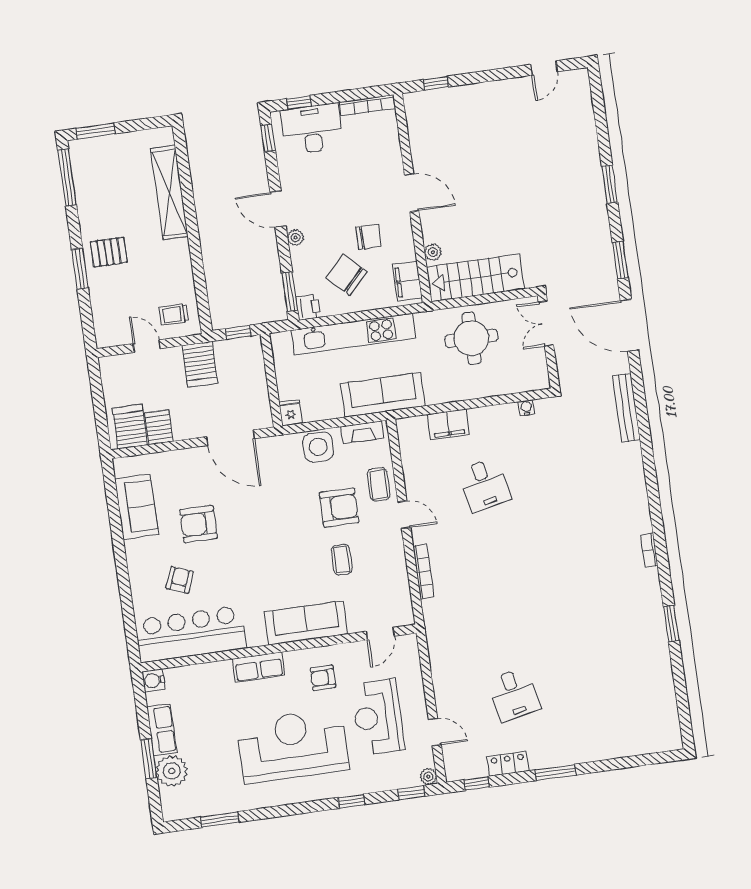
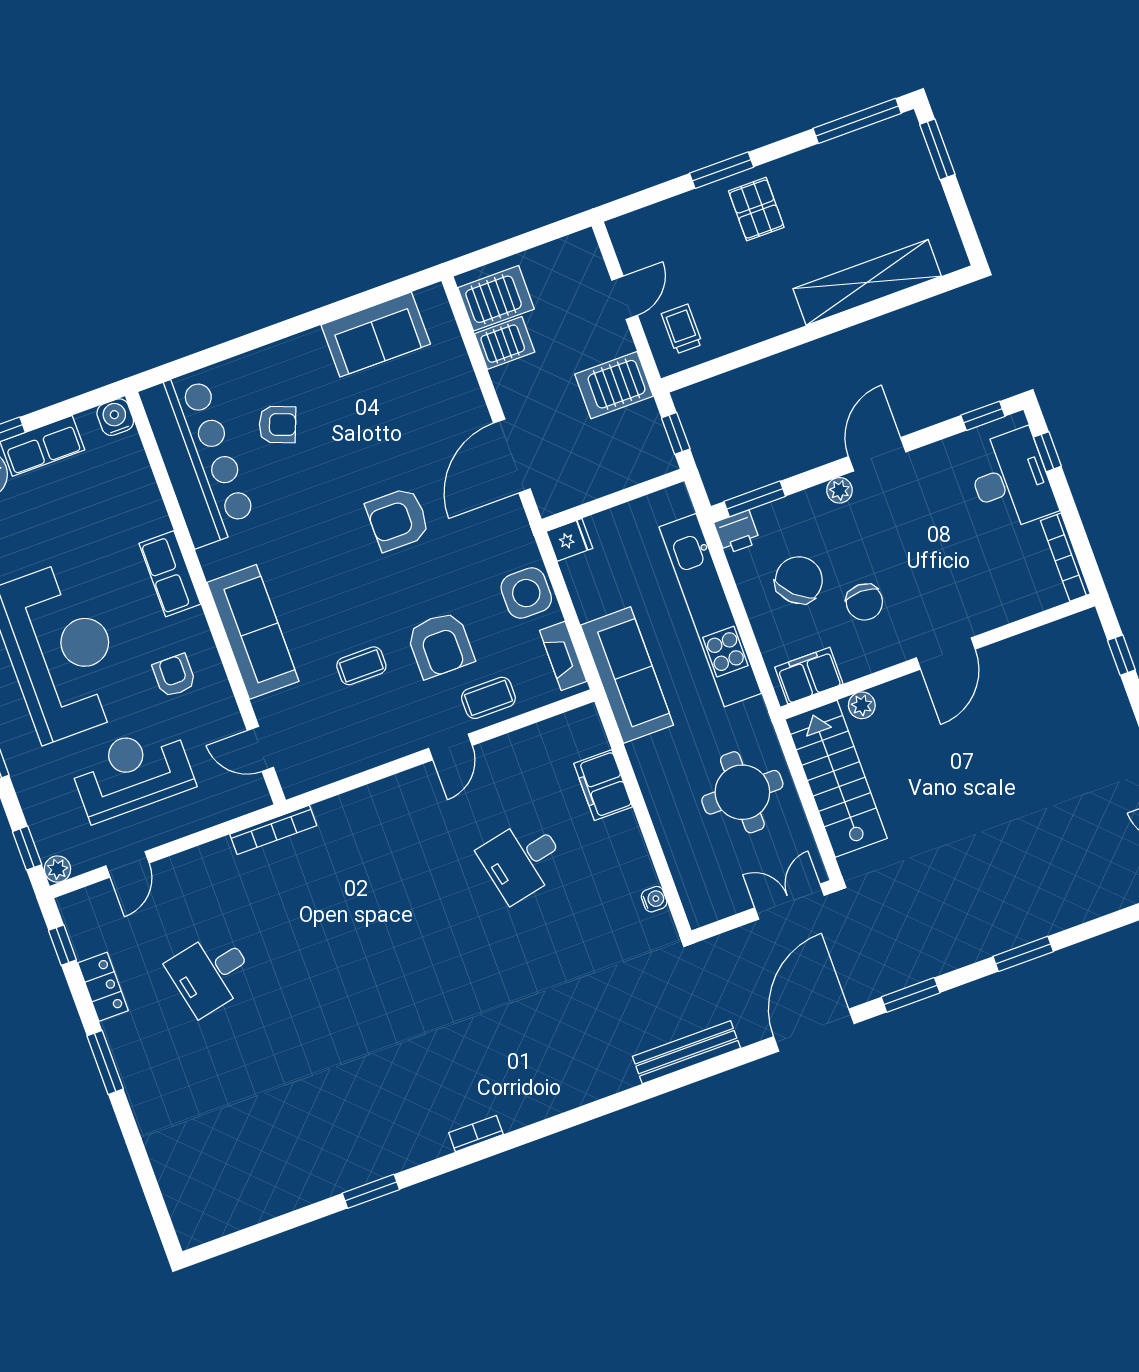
armchair: (198, 524) -> (398, 519), moved, turned -90
bookcase: (423, 572) -> (273, 830), moved

